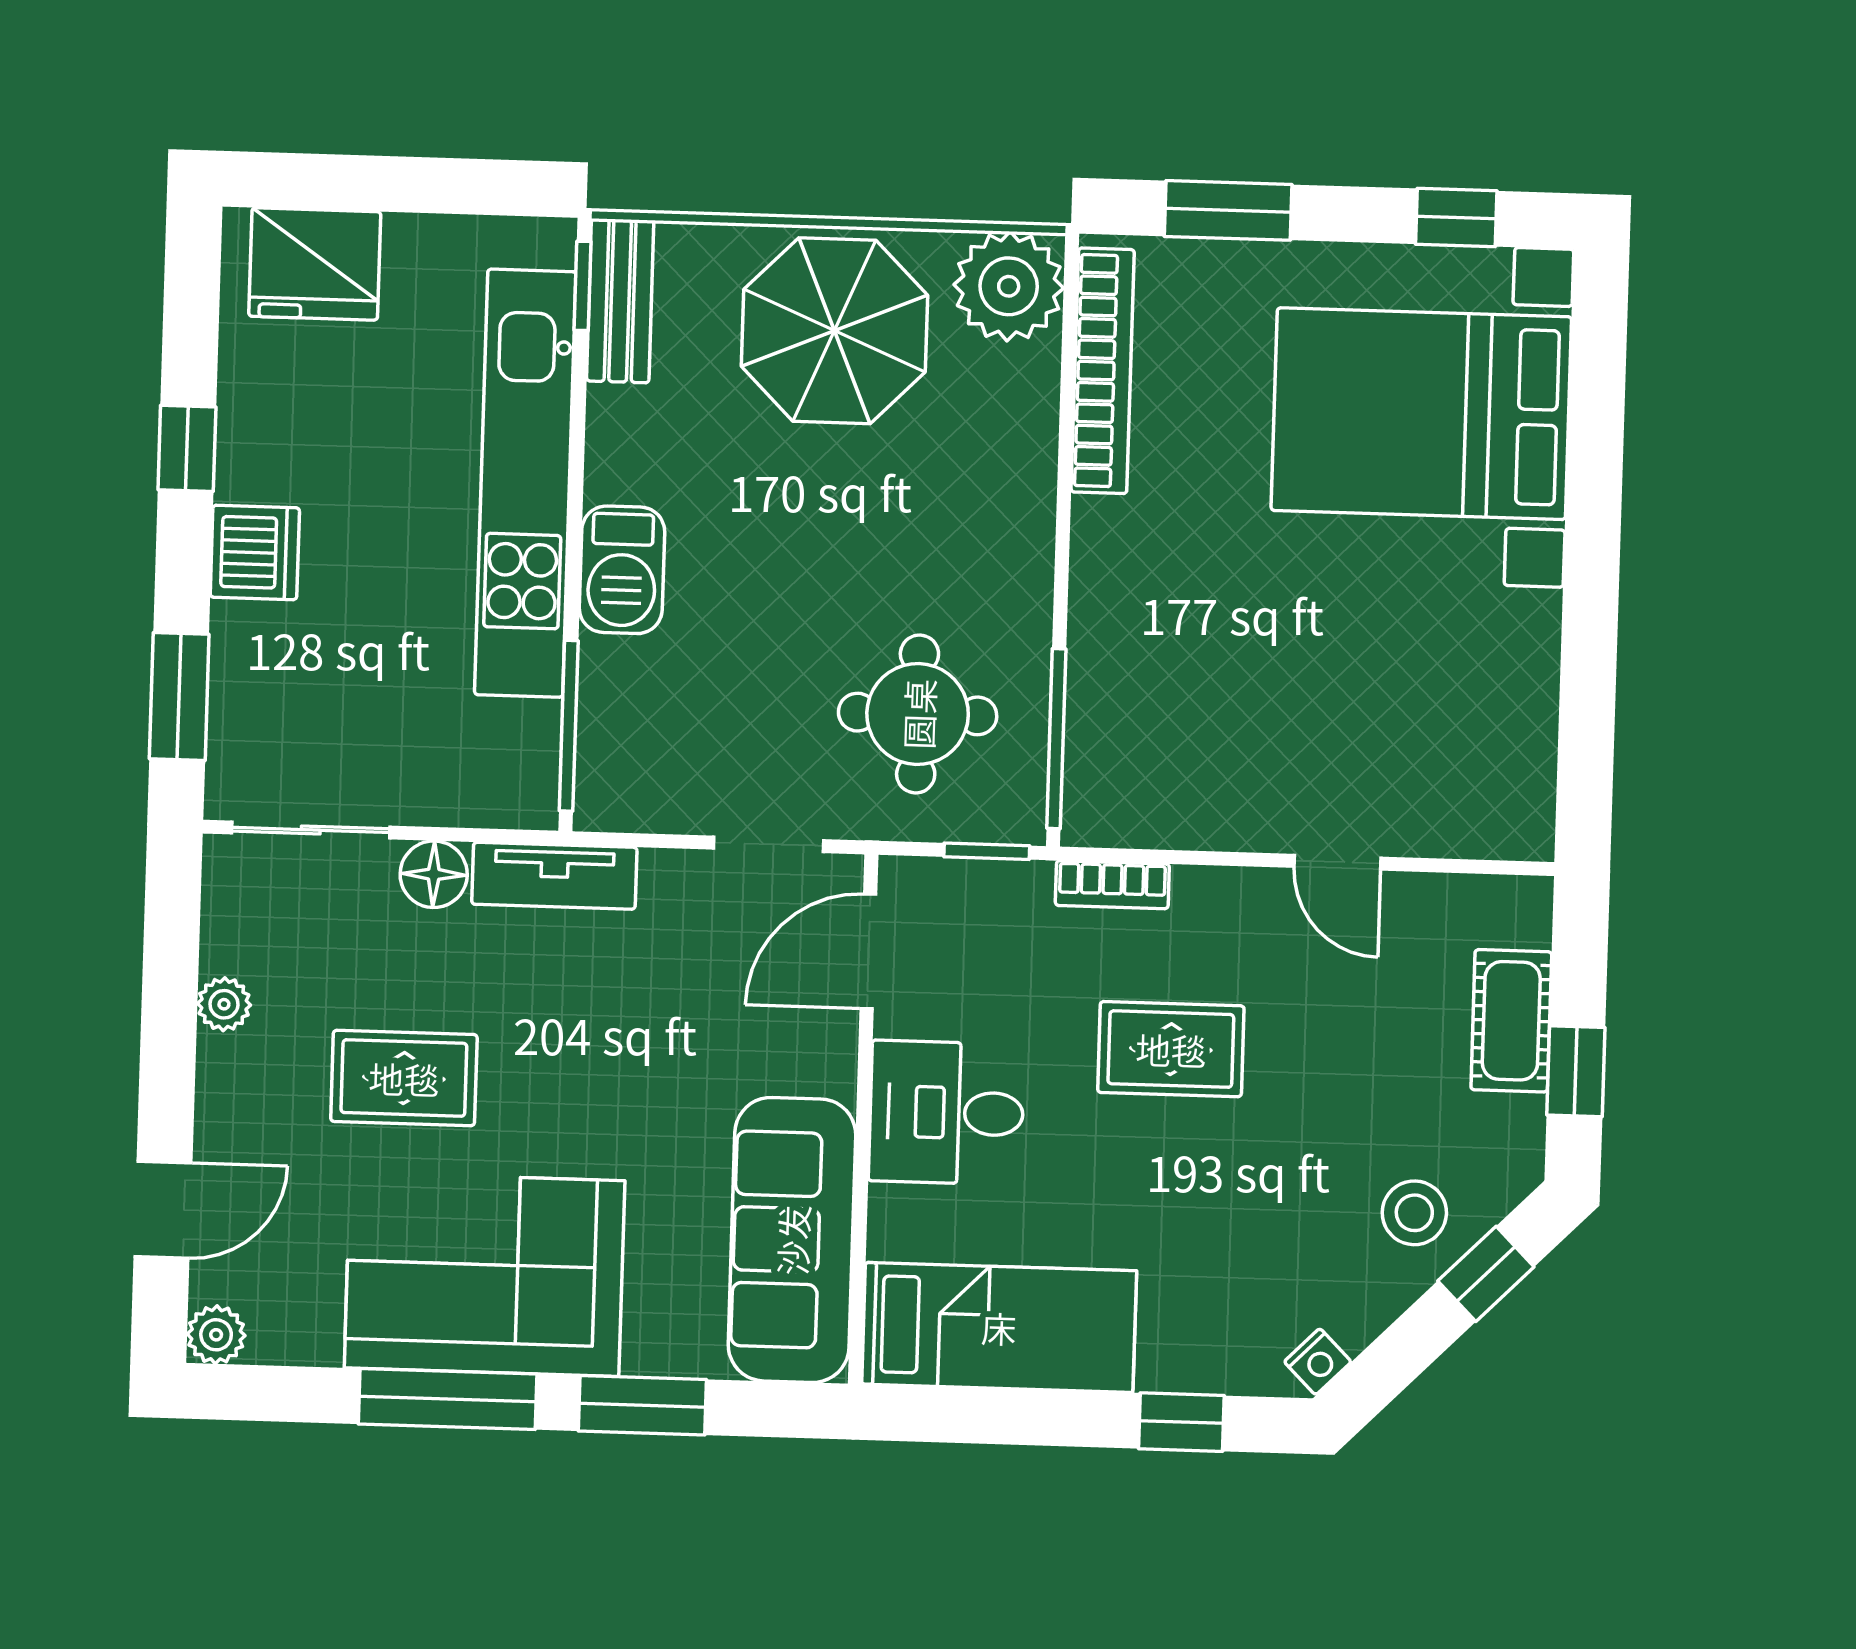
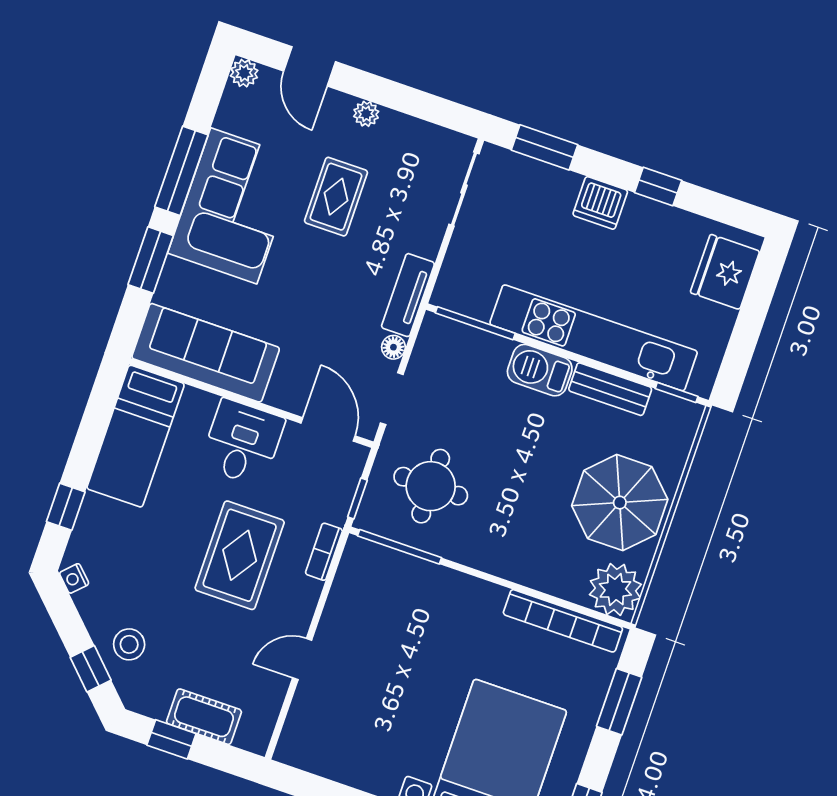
bench: (620, 301) -> (610, 389), moved
floor lamp: (434, 874) -> (393, 347), moved, width x0.73, depth x0.73
plant: (224, 1004) -> (366, 114), moved
rug: (1171, 1049) -> (240, 555), width x1.36, depth x1.43

